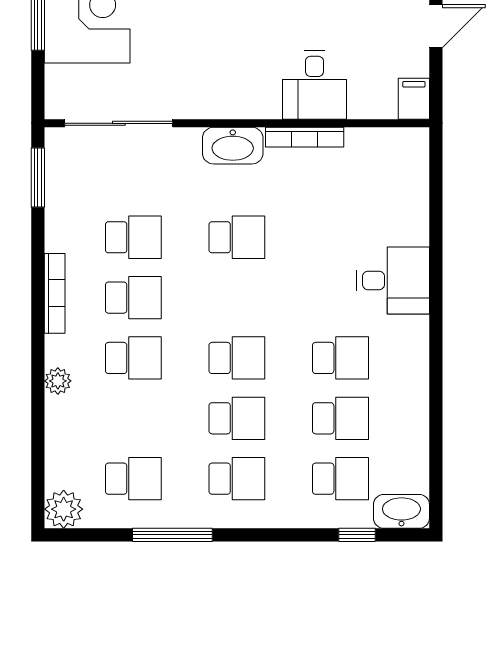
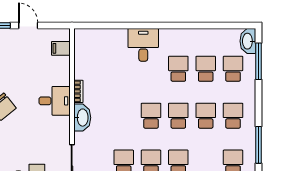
desk: (314, 85) -> (55, 101), moved
filing cabinet: (414, 99) -> (61, 48), moved
bookcase: (305, 137) -> (78, 91), width x0.64
school desk: (237, 237) -> (151, 116), moved
window: (357, 535) -> (259, 61), width x2.17

